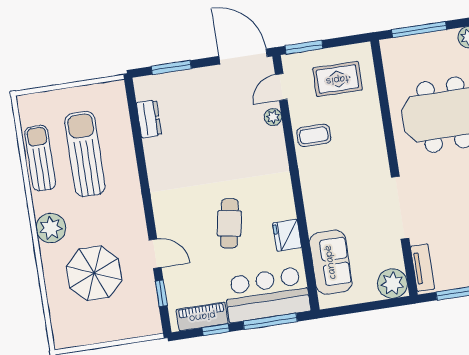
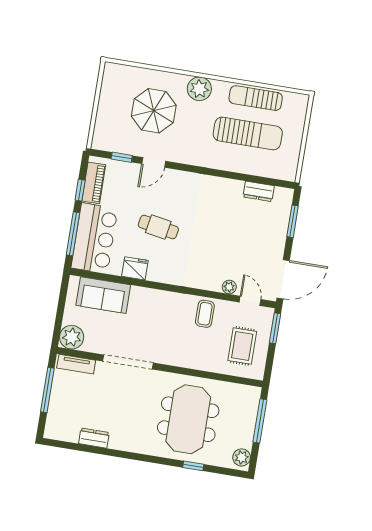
sun lounger: (40, 158) -> (256, 98), turned 180

